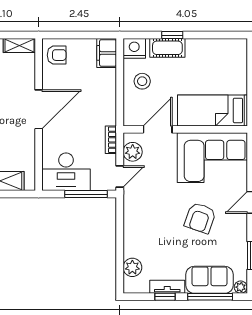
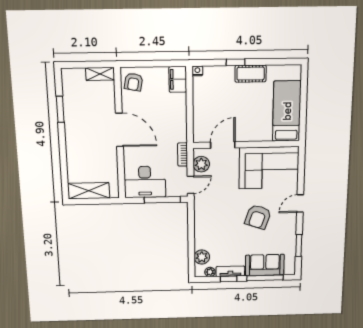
nightstand: (134, 48) -> (197, 71), width x0.53, depth x0.56
cot: (167, 48) -> (251, 74), moved
armchair: (57, 55) -> (134, 82), turned 101
stool: (142, 81) -> (209, 104), removed
door: (39, 109) -> (119, 130), hinge flipped
bed: (212, 110) -> (287, 111), moved, turned 90
plant: (241, 287) -> (210, 272), moved

